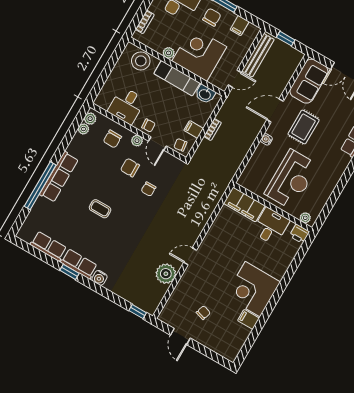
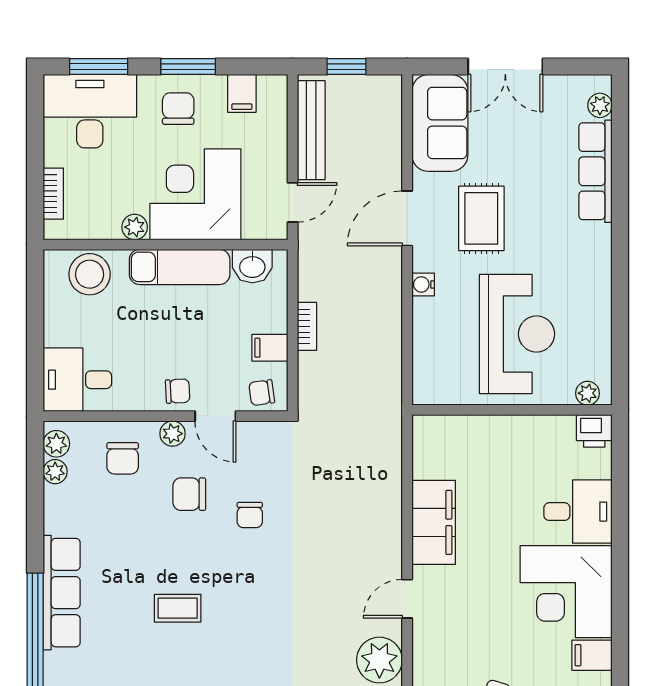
desk: (127, 106) -> (77, 380), moved, turned 90
filing cabinet: (244, 205) -> (434, 522), moved, turned -90
desk: (271, 226) -> (578, 512), moved, turned 90

